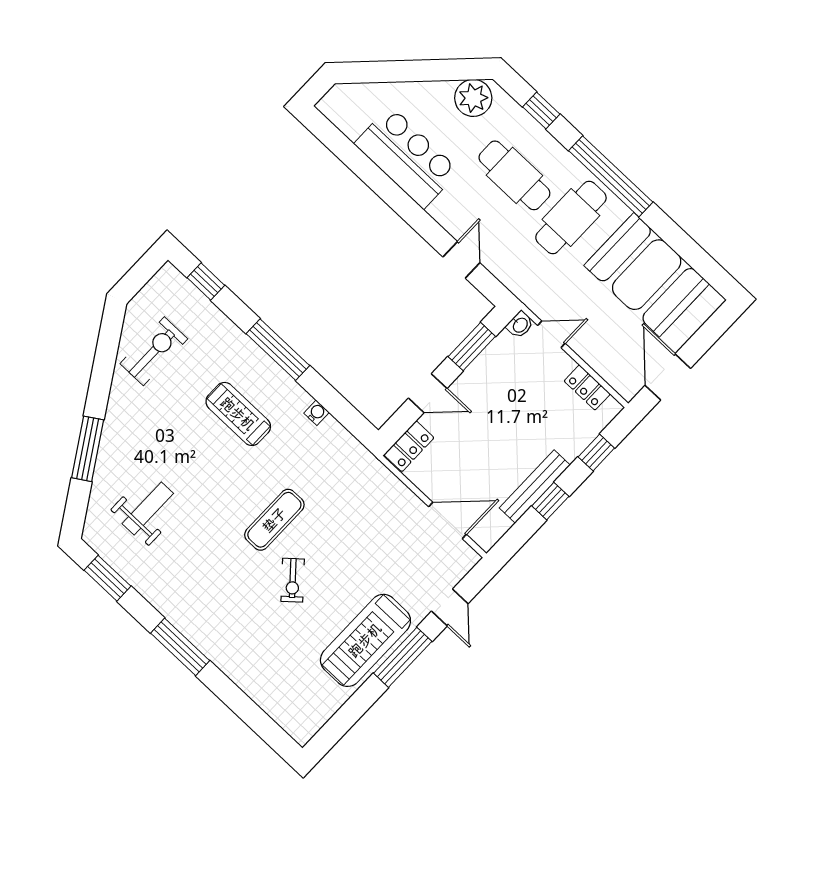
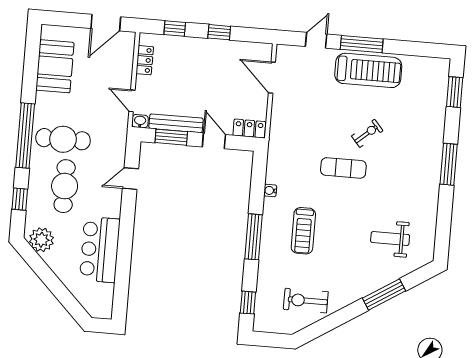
booth: (647, 275) -> (55, 66), width x0.73, depth x0.70
bench: (535, 487) -> (176, 123), moved
window: (107, 578) -> (455, 92), moved

